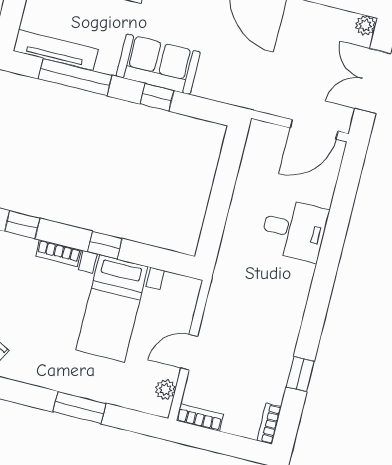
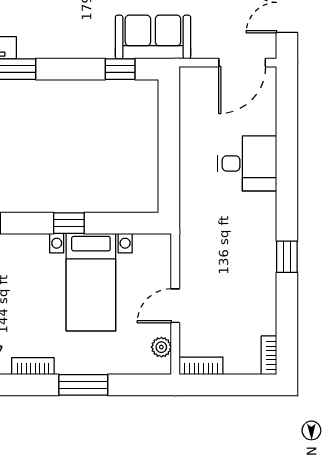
sofa: (158, 64) -> (153, 37), moved
window: (157, 97) -> (120, 69), moved
bookcase: (58, 253) -> (33, 366), moved, turned 180
window: (300, 374) -> (287, 257), moved

